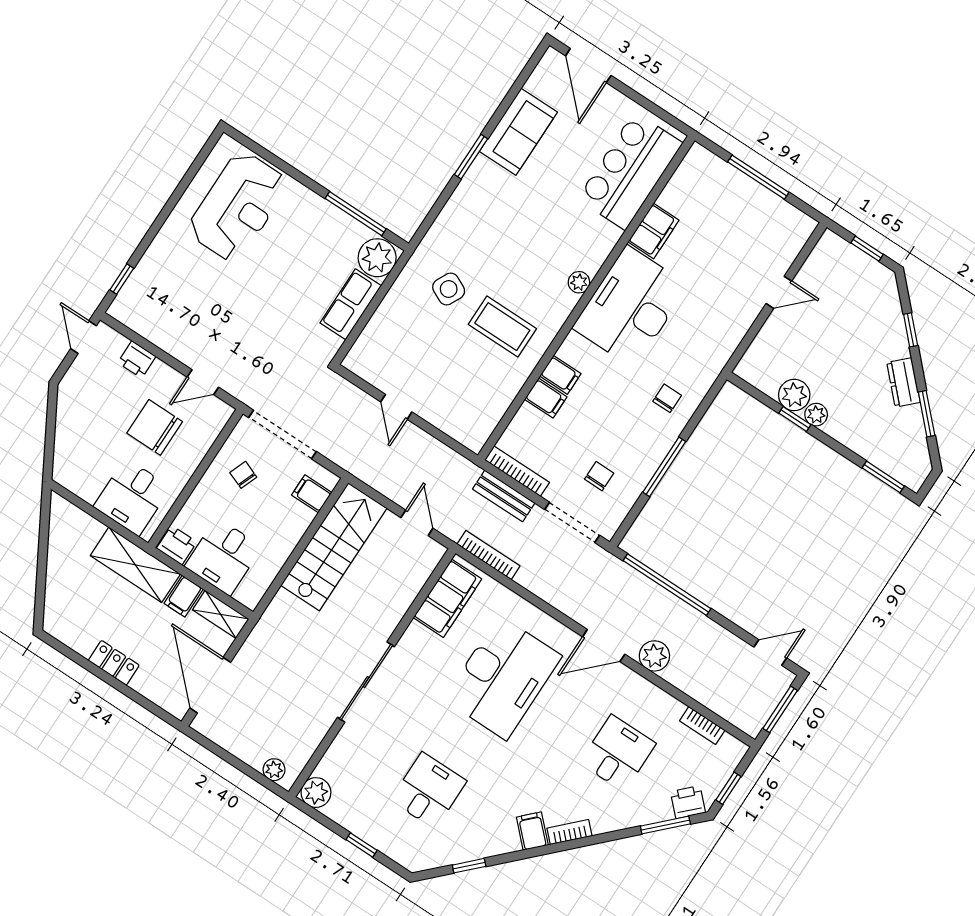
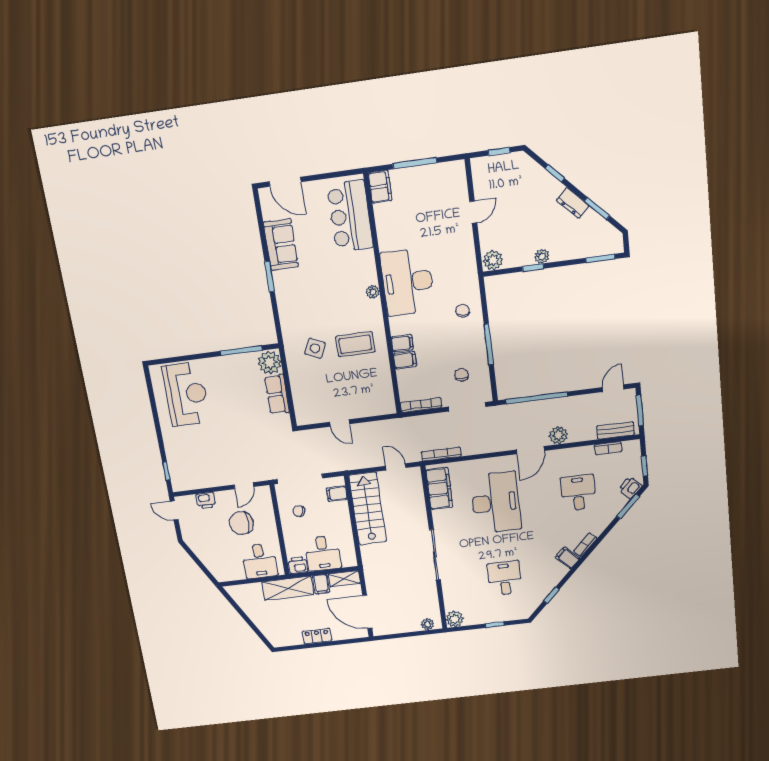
filing cabinet: (654, 231) -> (380, 187), moved
plant: (794, 395) -> (493, 260), moved
bench: (504, 496) -> (615, 430), moved

